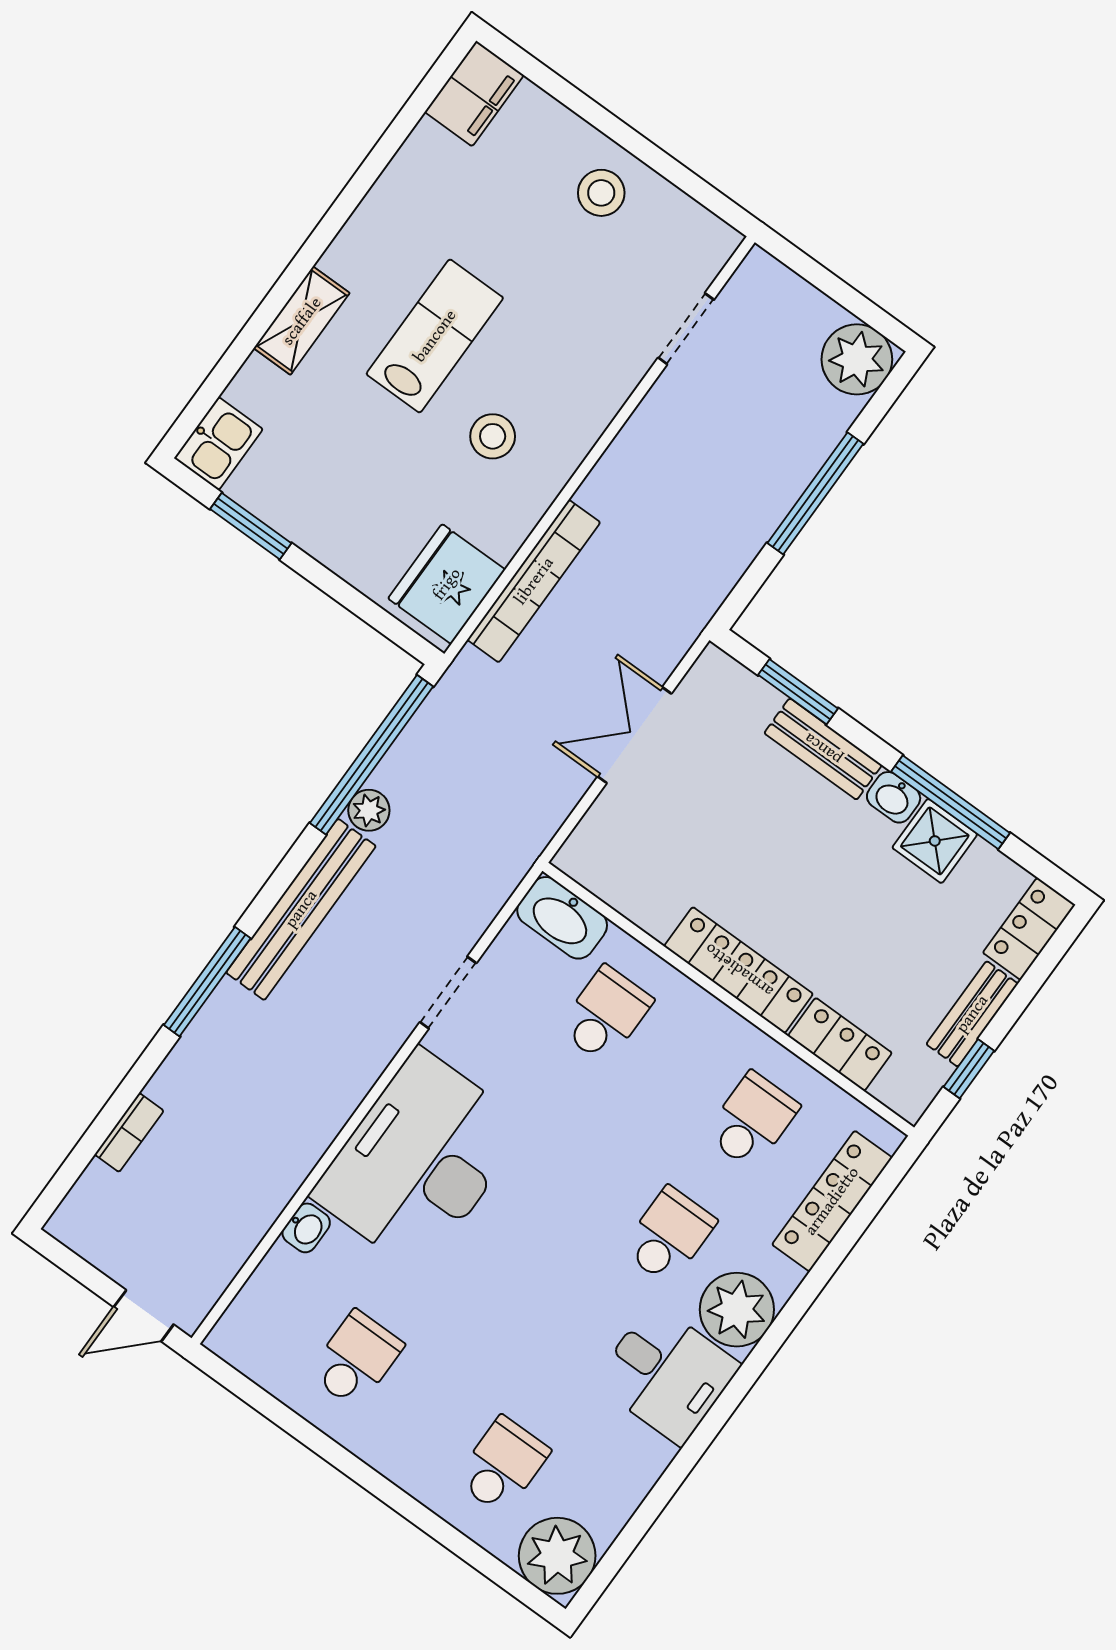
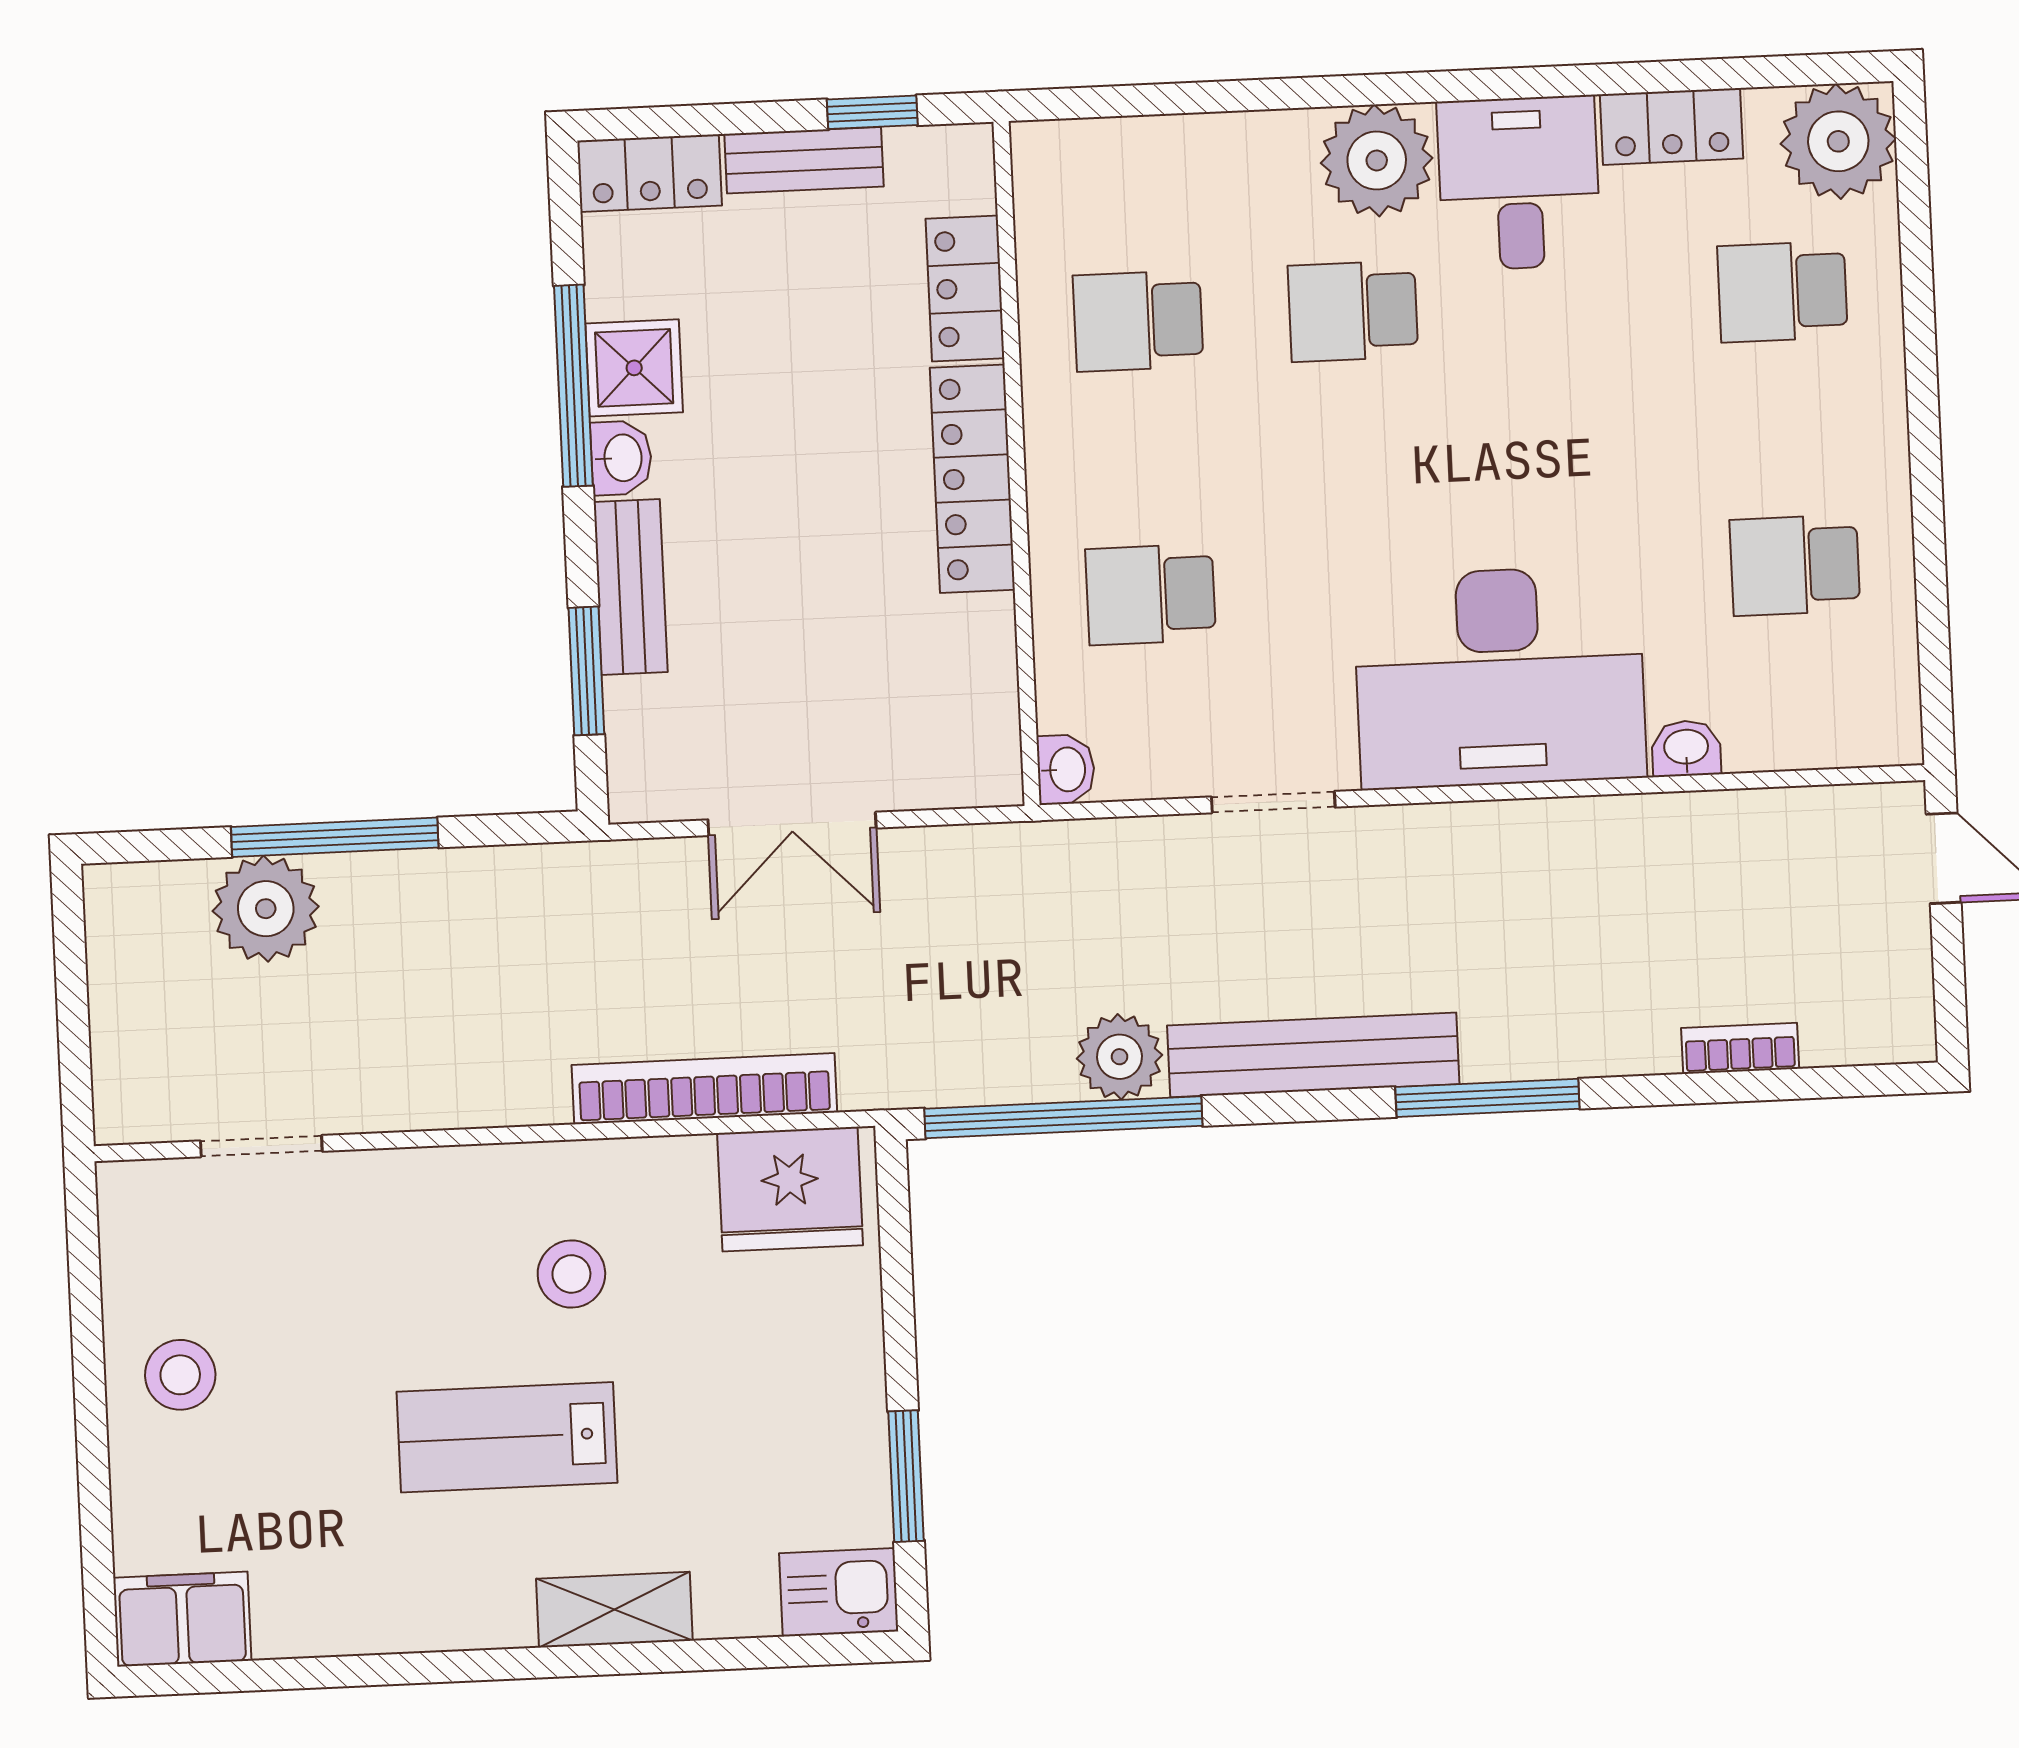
plant: (857, 359) -> (266, 909), moved
plant: (369, 810) -> (1120, 1057), width x1.38, depth x1.38
washbasin: (562, 918) -> (1066, 769), width x0.52, depth x0.69
locker: (832, 1201) -> (1671, 126), moved, width x0.66

